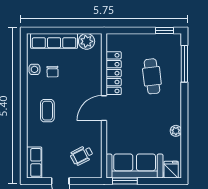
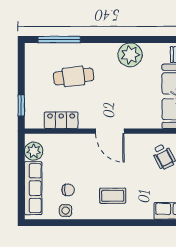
window: (164, 30) -> (21, 105), moved
locker: (114, 73) -> (61, 120), width x0.66
plant: (176, 131) -> (130, 55), width x1.88, depth x1.88

